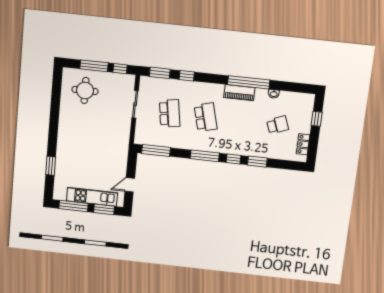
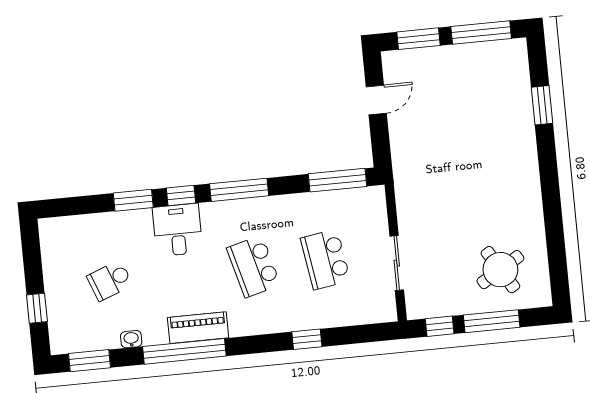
window: (160, 73) -> (89, 361), moved
round table: (85, 90) -> (500, 270), turned -31
desk: (239, 143) -> (178, 230), added
locker: (303, 144) -> (52, 253), removed
kitchen unit: (92, 197) -> (448, 59), removed

